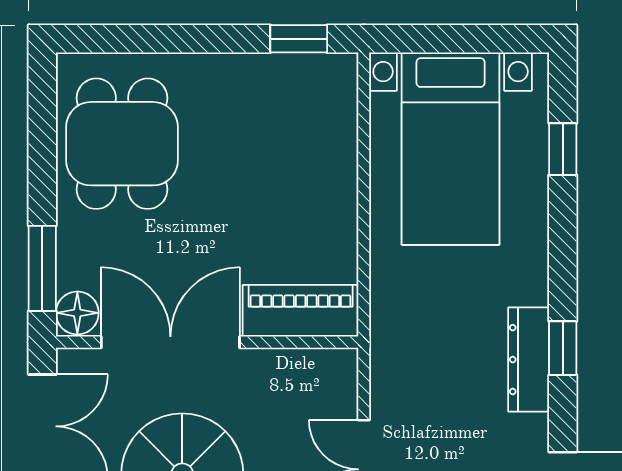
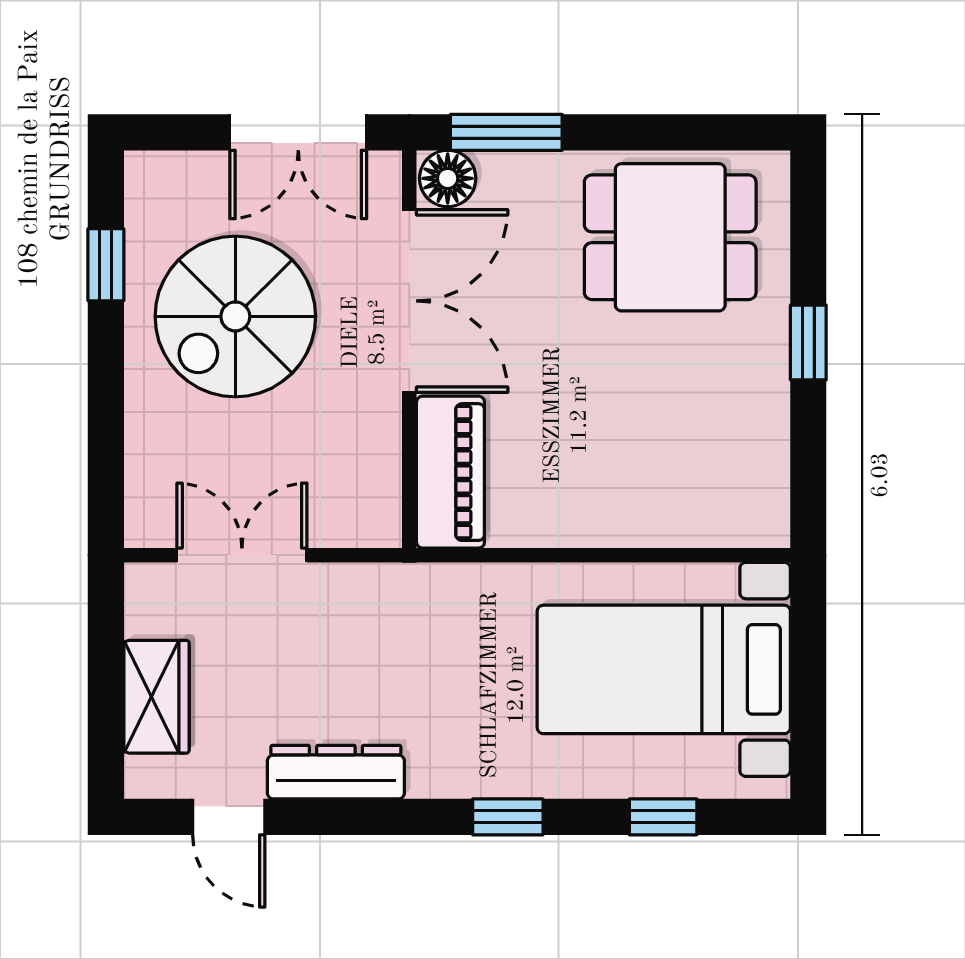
window: (299, 39) -> (808, 342), moved
window: (563, 348) -> (508, 817), moved
dresser: (529, 360) -> (336, 772), moved

